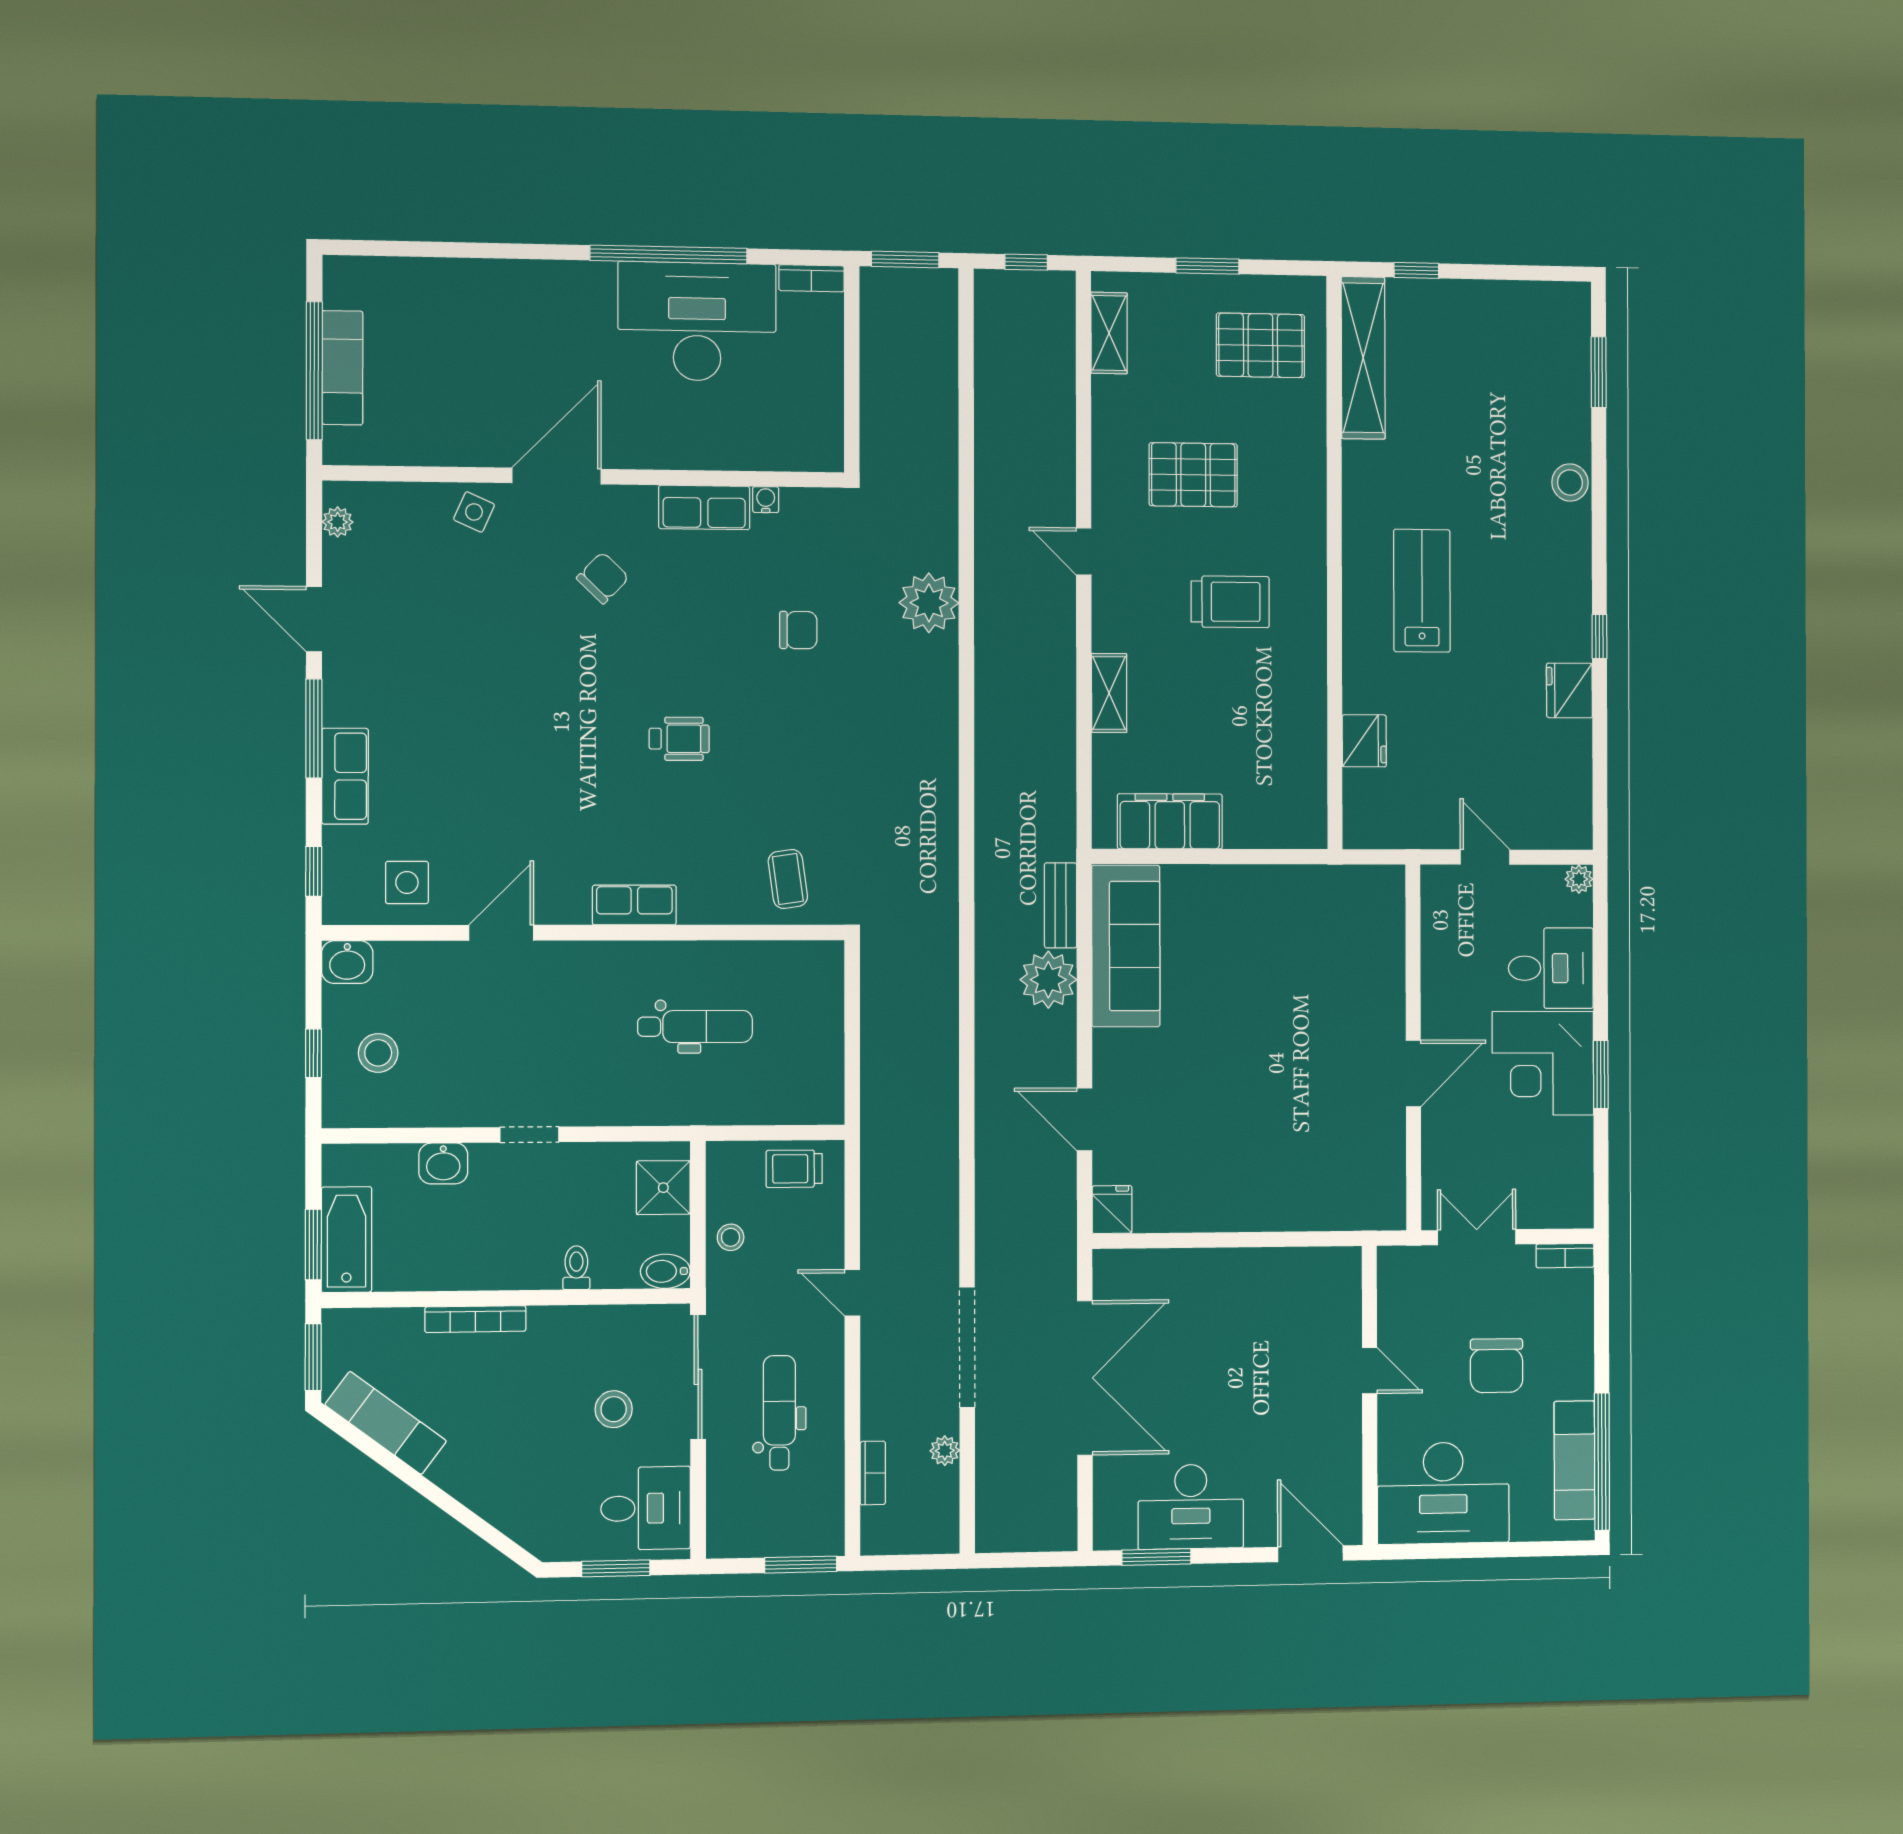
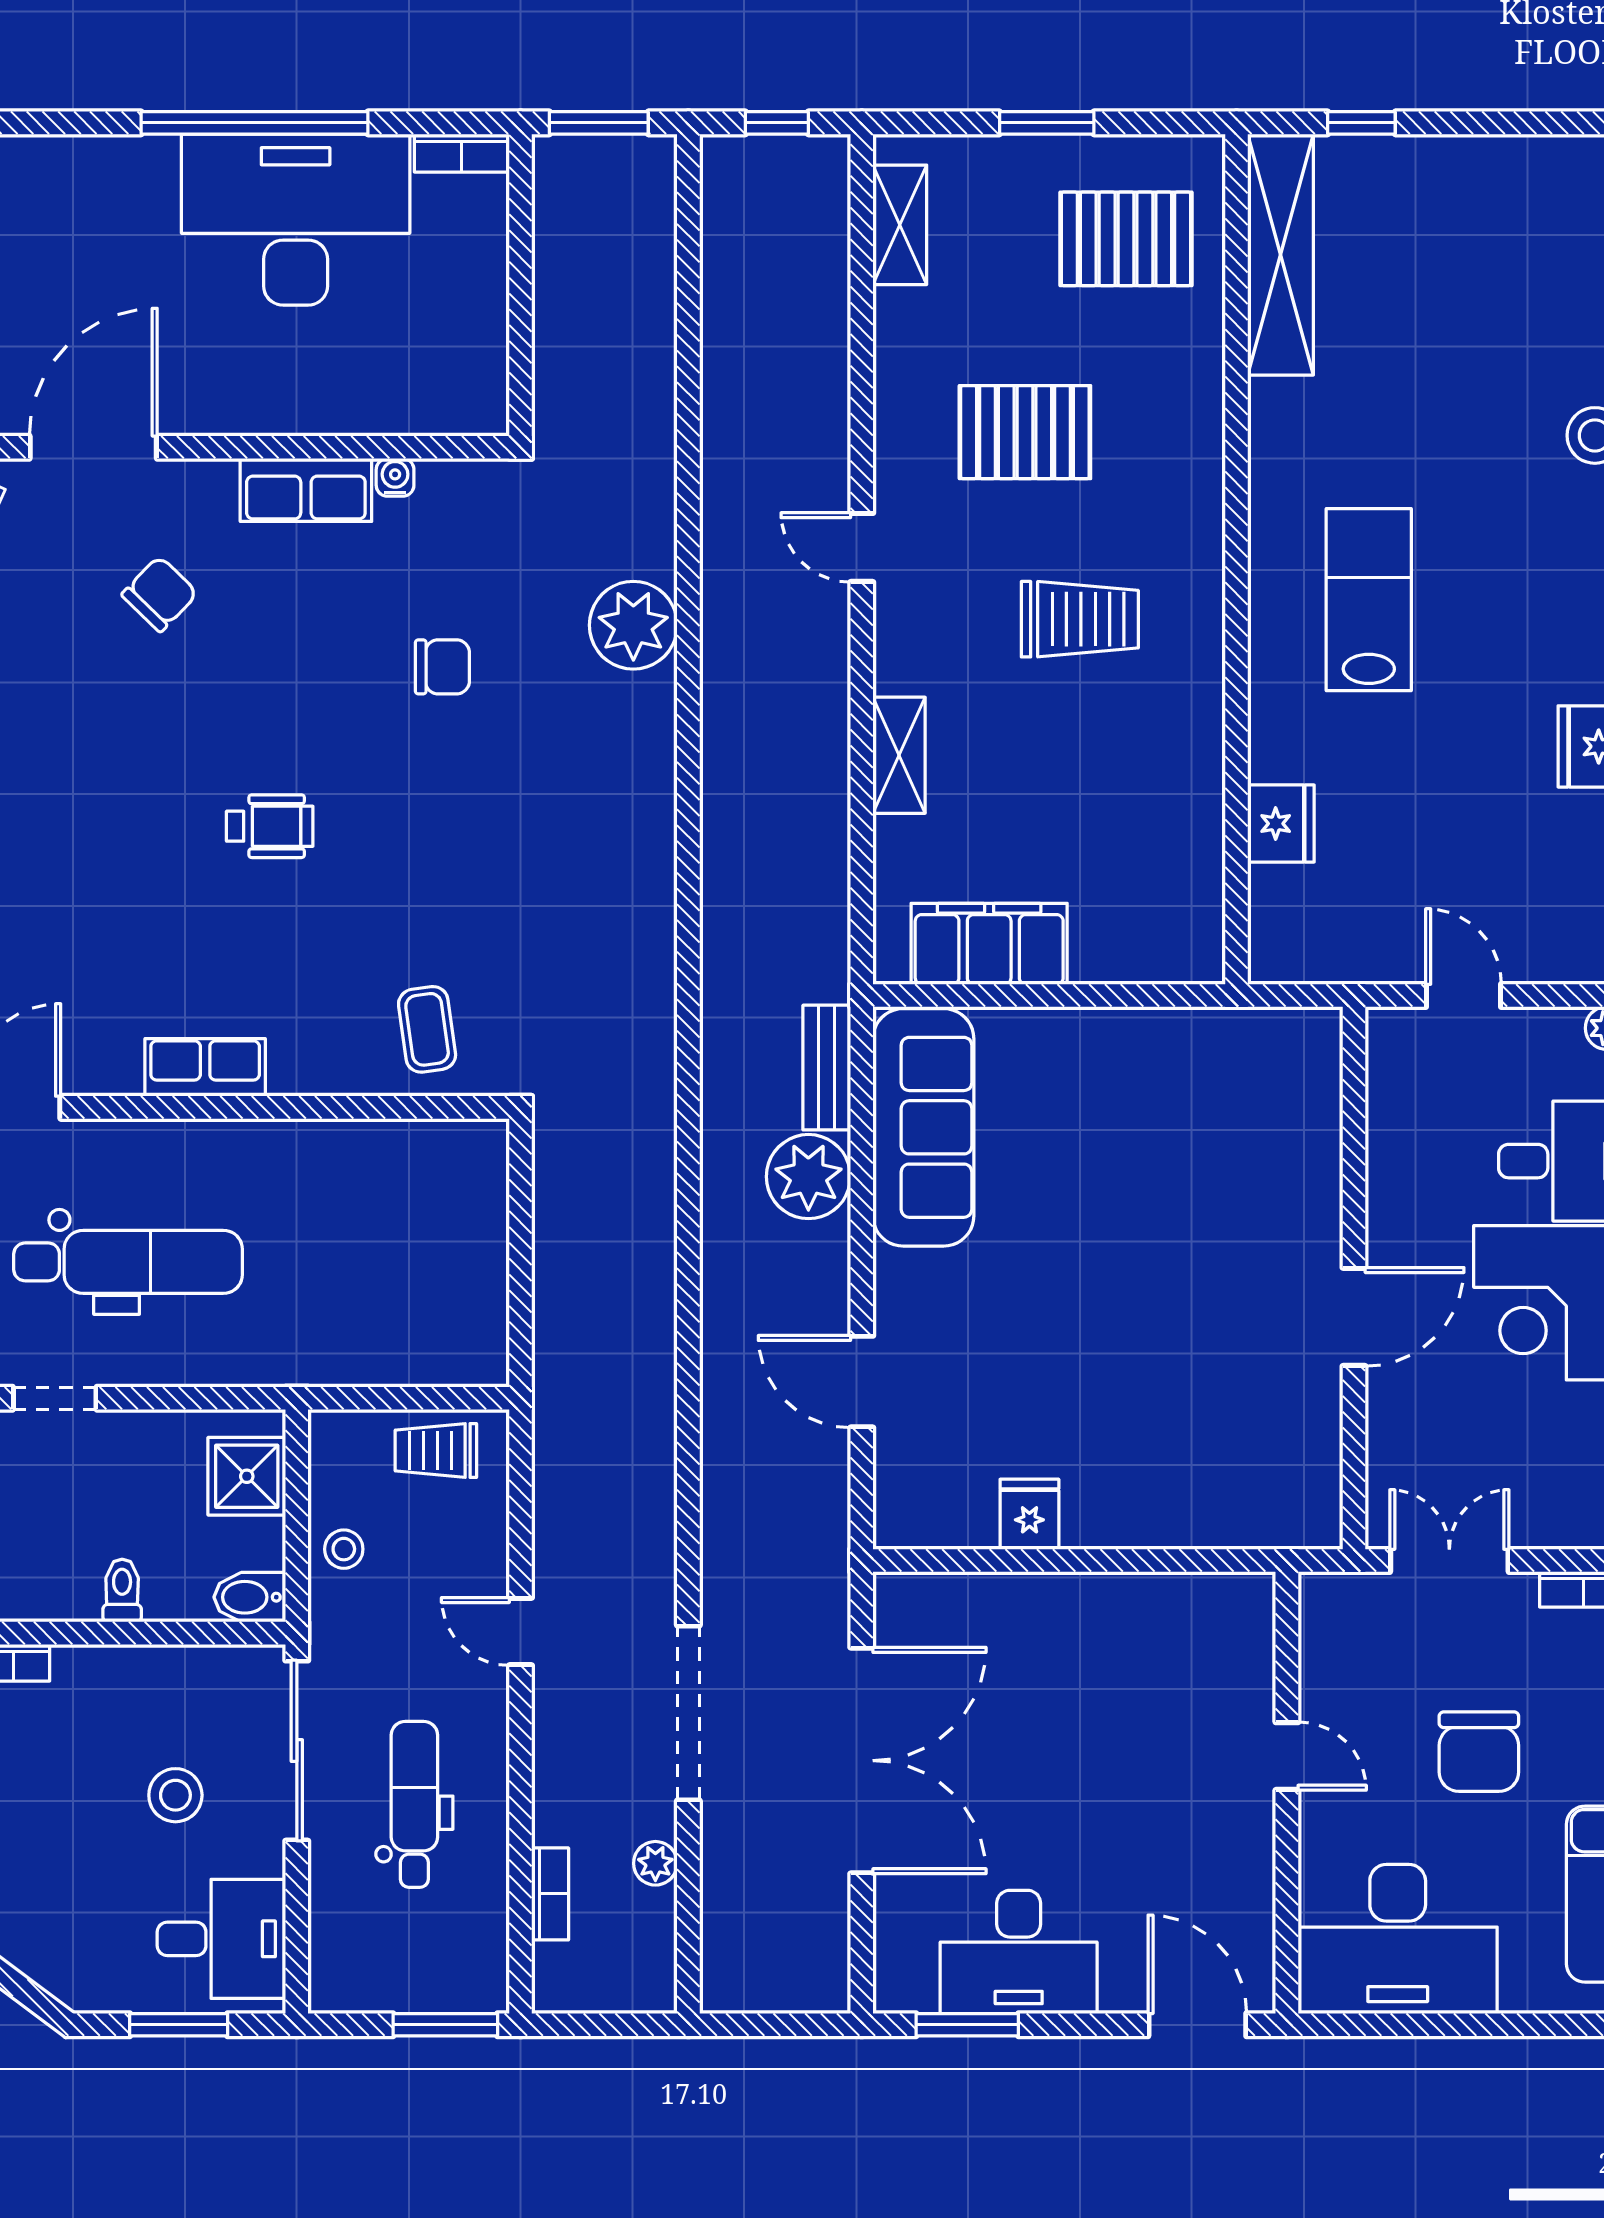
dental chair: (695, 1027) -> (128, 1262), moved, width x1.36, depth x1.38
fridge: (1112, 1210) -> (1029, 1514), moved

